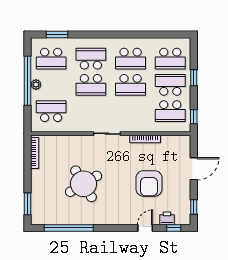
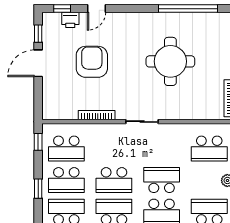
school desk: (131, 85) -> (114, 180), turned 180
school desk: (170, 111) -> (66, 149), turned 180
door: (194, 169) -> (38, 63), moved
round table: (84, 184) -> (170, 61), turned 31

